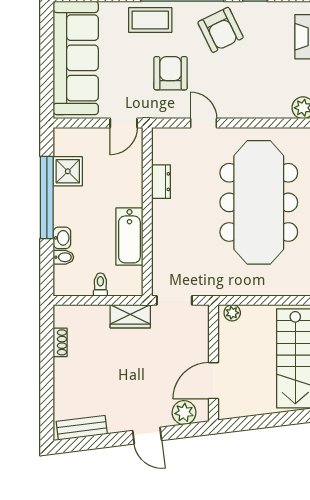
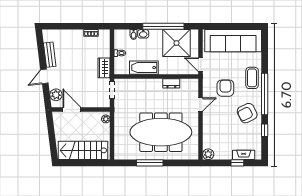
armchair: (171, 73) -> (225, 88), turned -90
shower: (68, 171) -> (176, 43), width x1.86, depth x1.86
bench: (82, 428) -> (50, 55), moved

